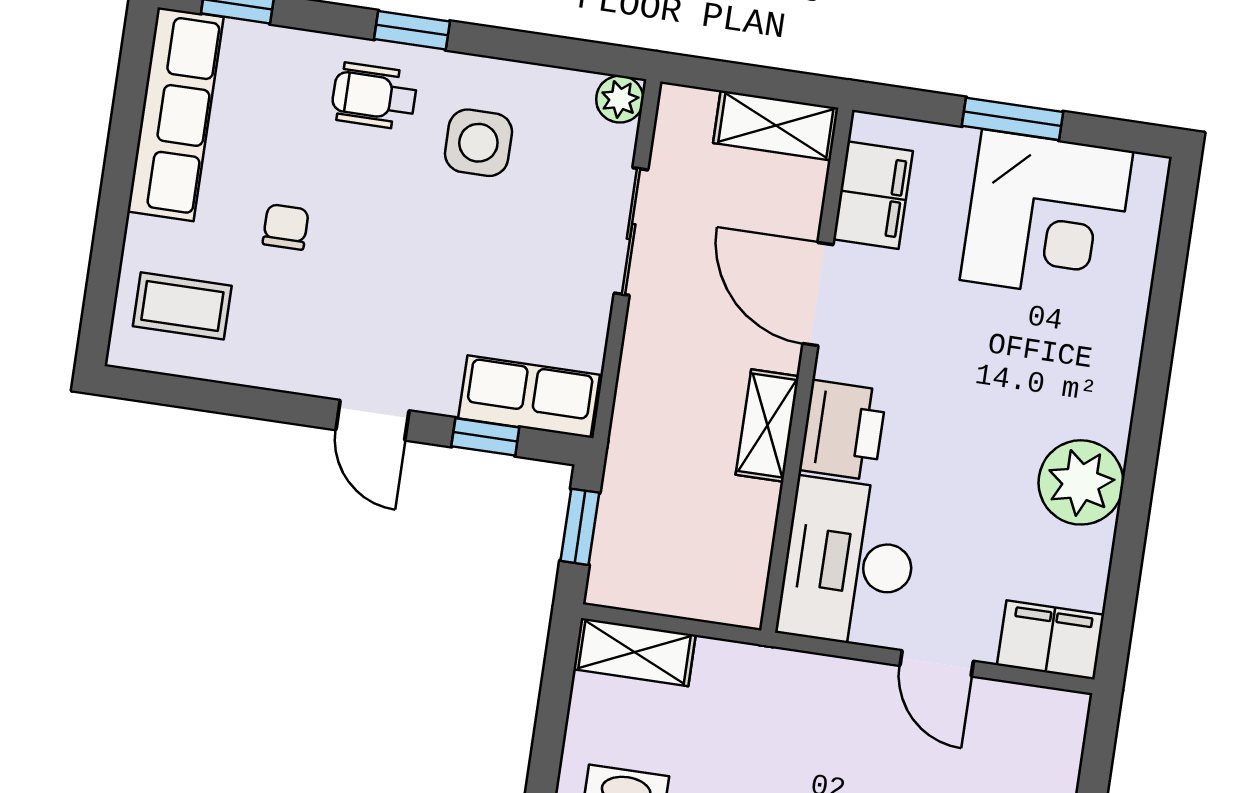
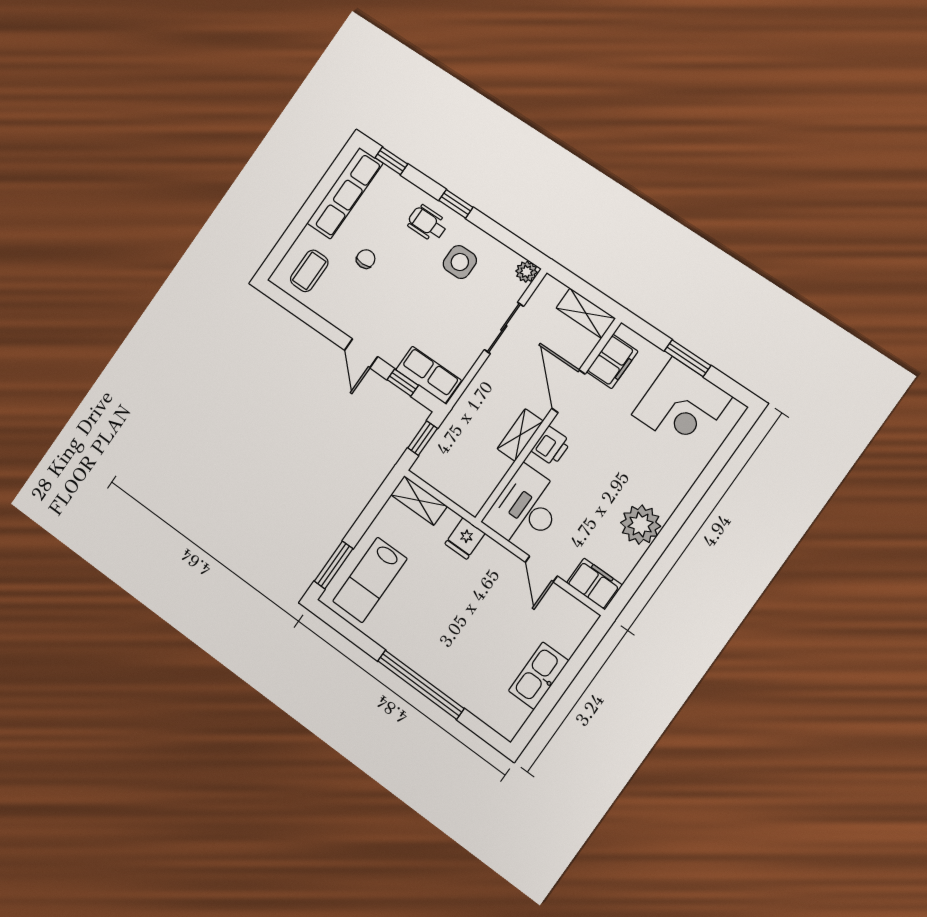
coffee table: (182, 306) -> (309, 271), turned 90
printer: (843, 430) -> (551, 446), width x0.73, depth x0.81
fridge: (761, 680) -> (465, 538), added

